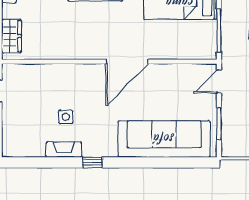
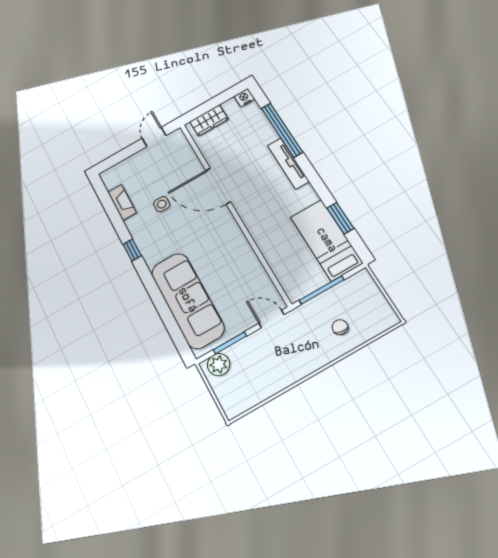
door: (127, 62) -> (218, 186), moved
plant: (231, 142) -> (219, 365), added
fireplace: (64, 150) -> (122, 202), moved

